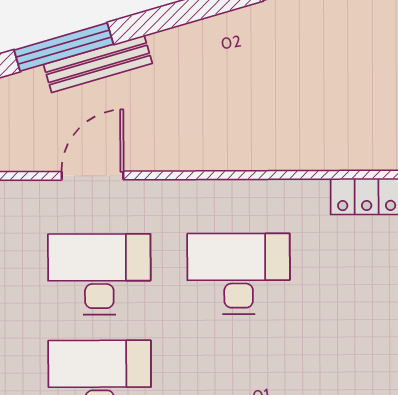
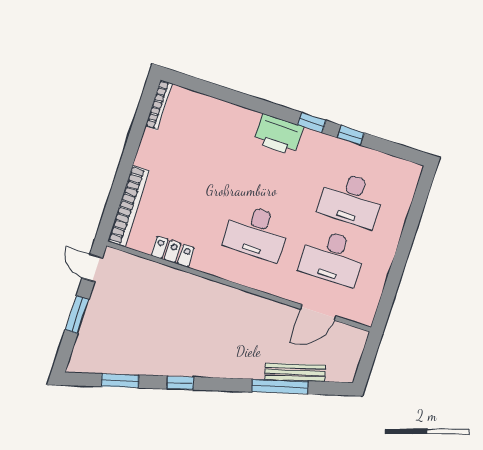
window: (64, 47) -> (280, 387), moved

